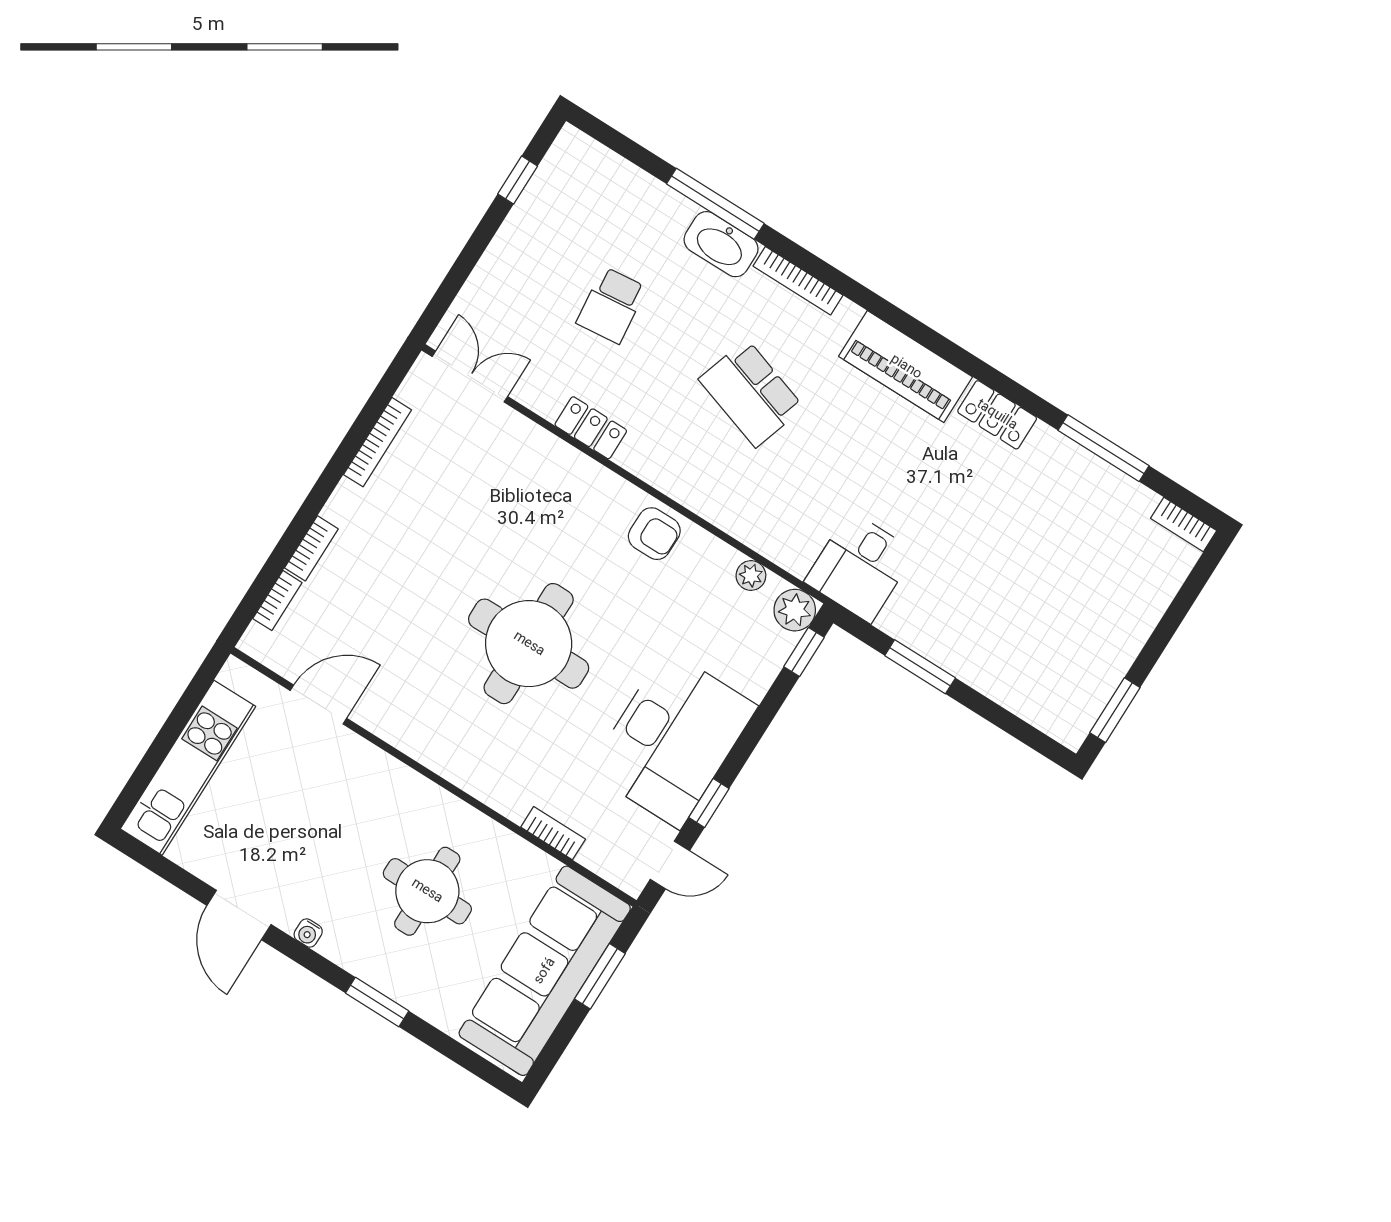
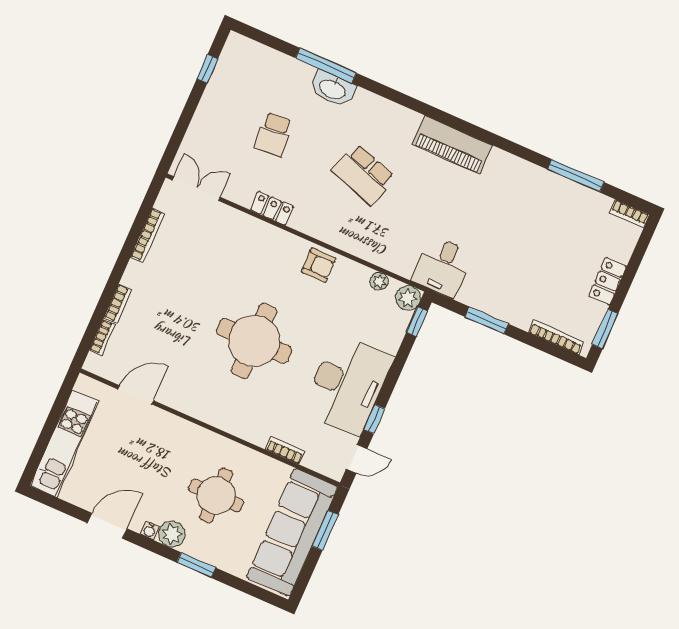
bookcase: (798, 281) -> (556, 337), moved, turned 180
locker: (997, 415) -> (608, 281), moved, turned 90
door: (239, 915) -> (107, 526), swing flipped
plant: (345, 945) -> (172, 534), added

